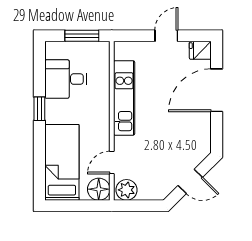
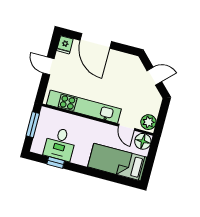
kitchen unit: (124, 98) -> (84, 107), width x1.36
window: (39, 109) -> (56, 162), moved
door: (190, 181) -> (154, 76), hinge flipped

